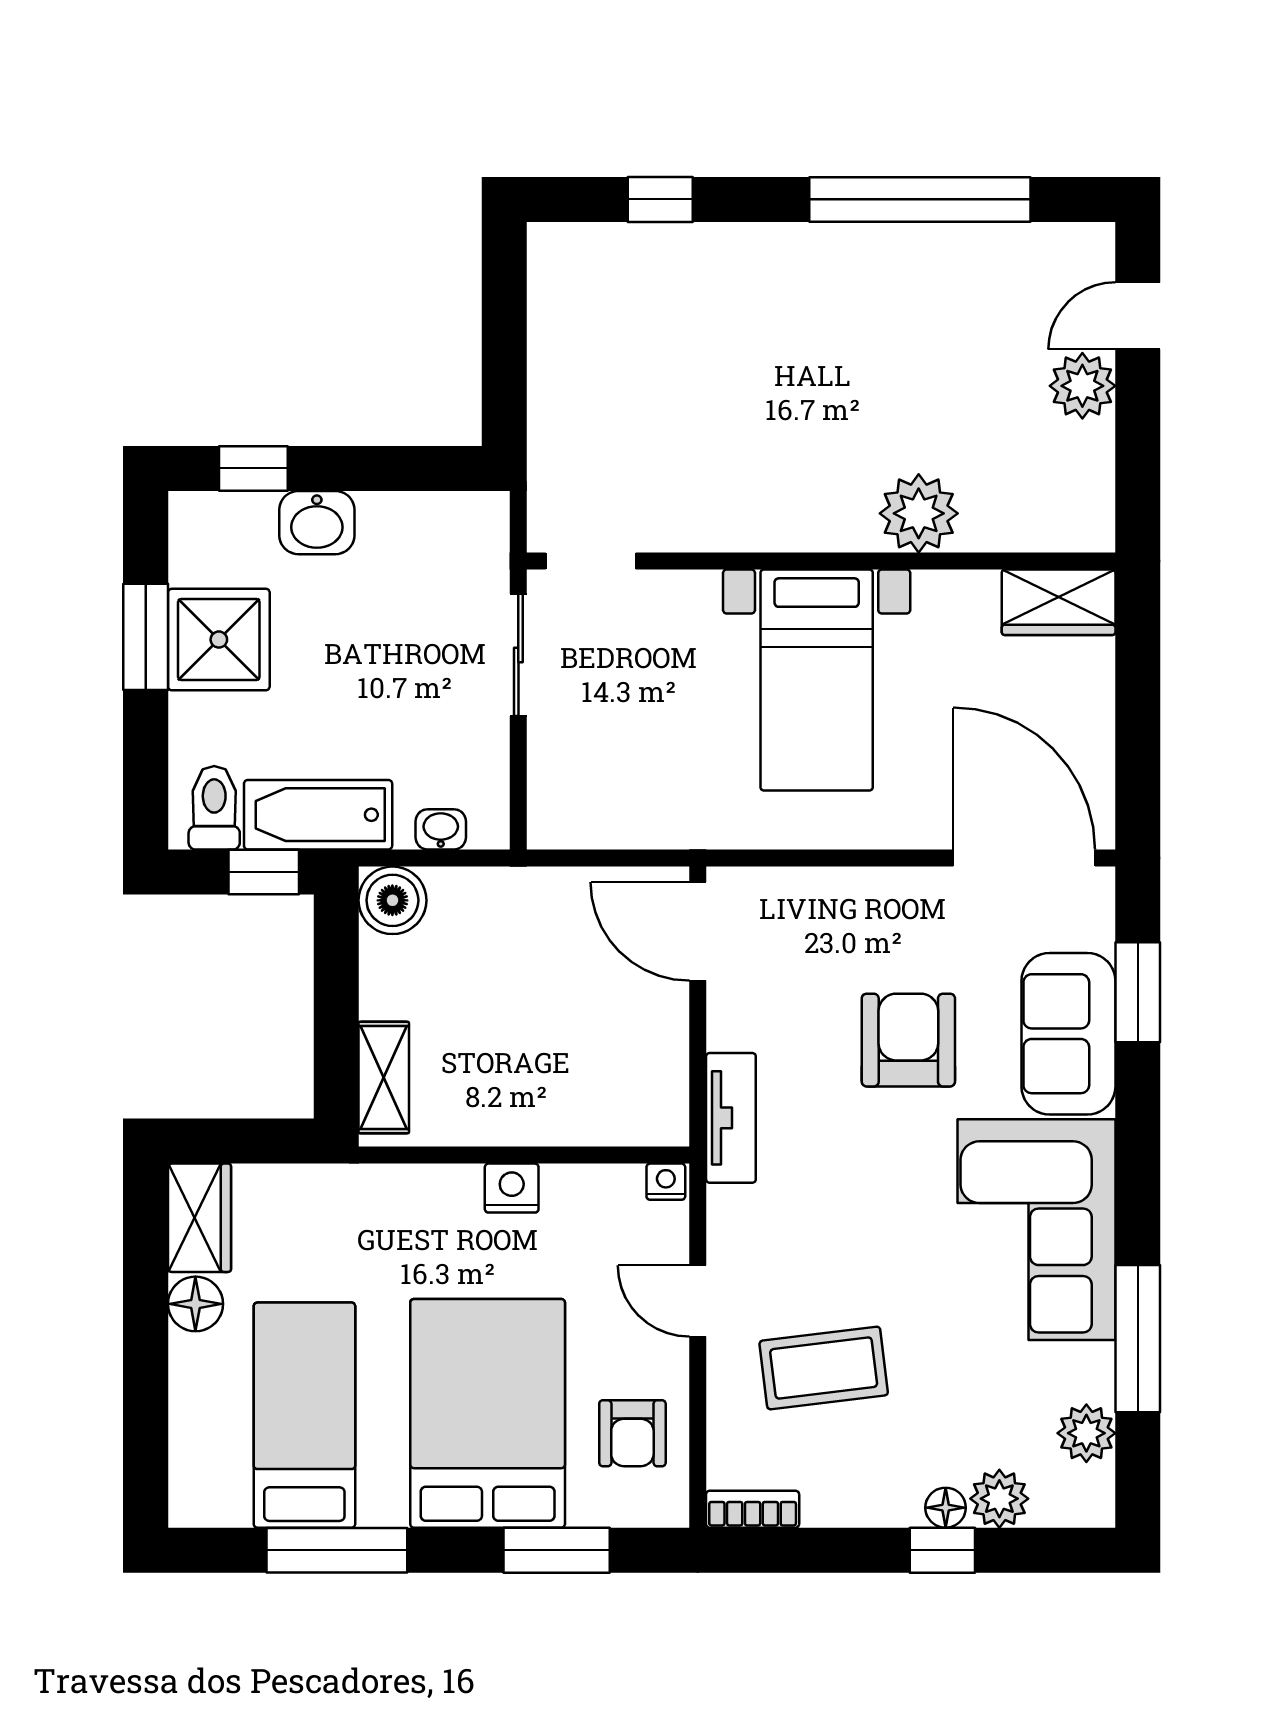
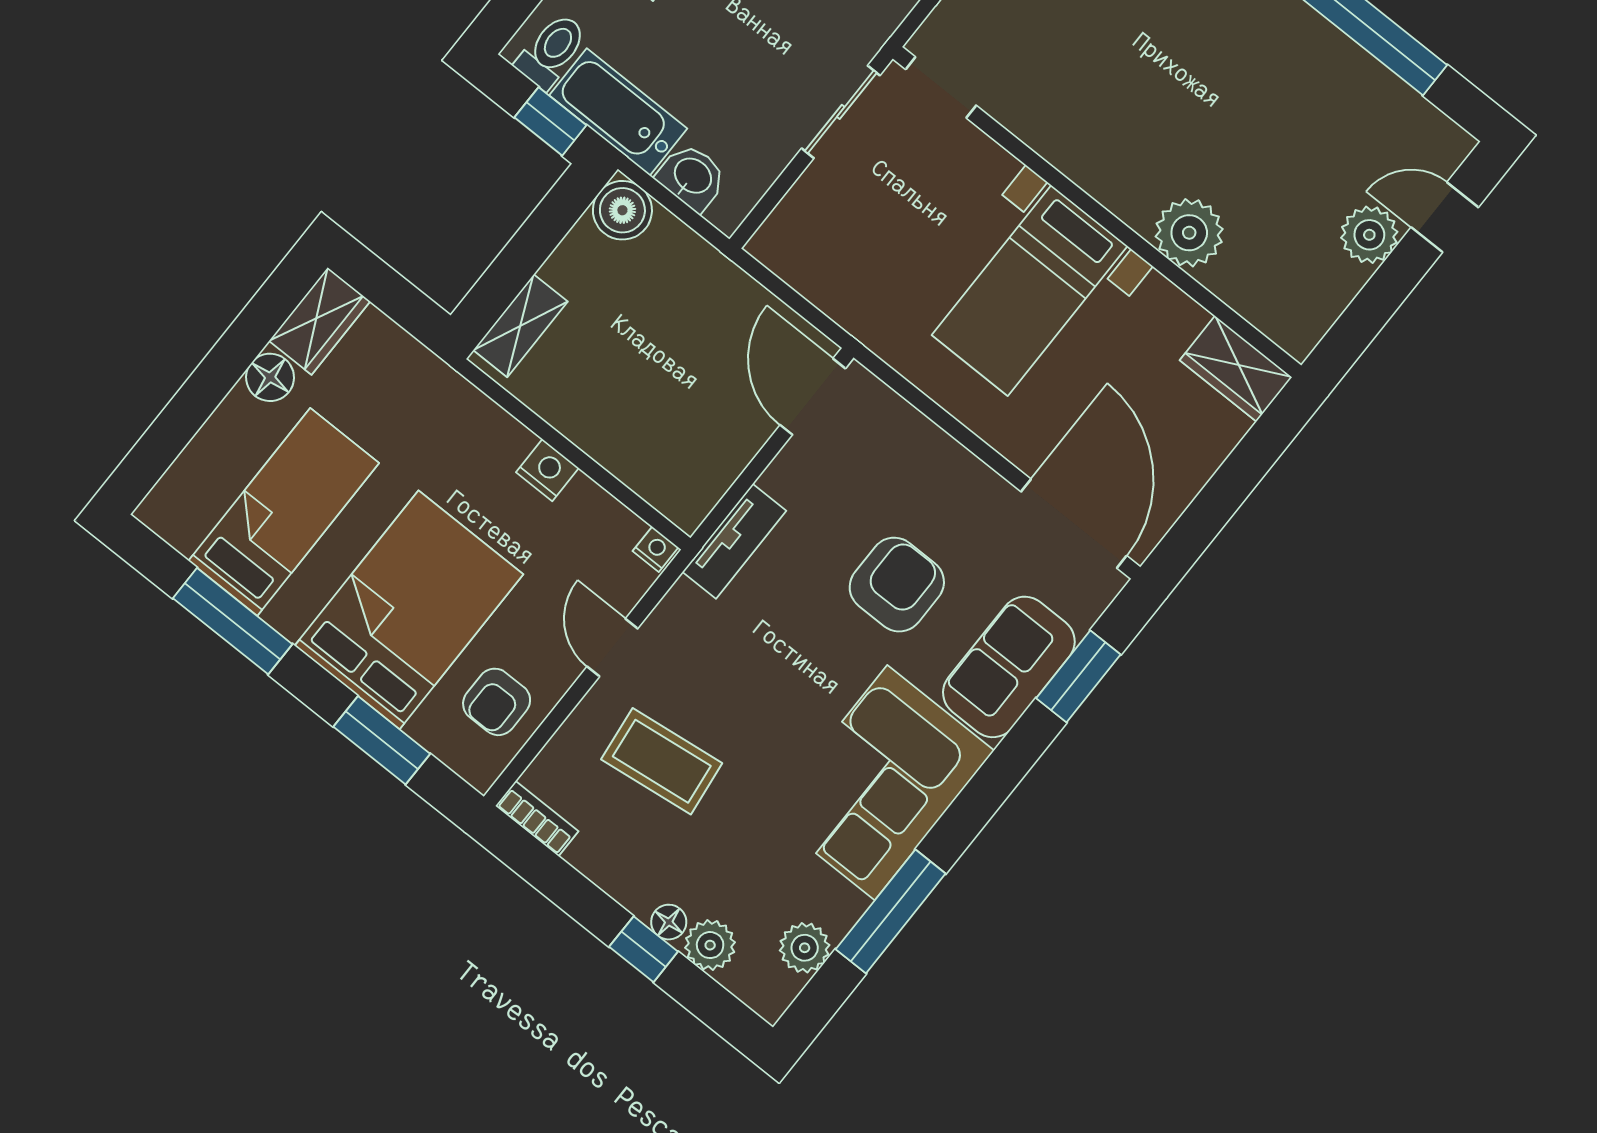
washbasin: (441, 829) -> (692, 177), width x1.38, depth x1.45

